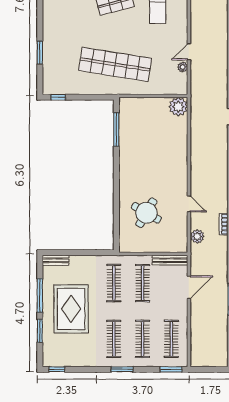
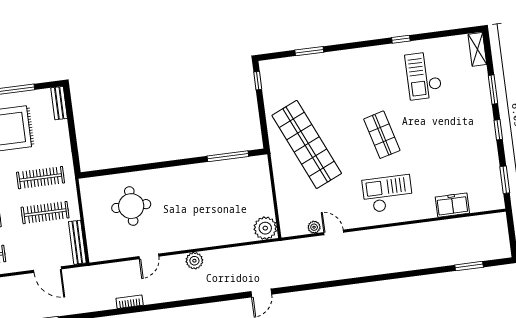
shop shelf: (115, 64) -> (307, 144), turned -33
round table: (146, 213) -> (131, 206), turned -30
plant: (197, 236) -> (194, 261), moved

